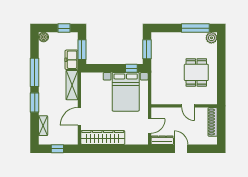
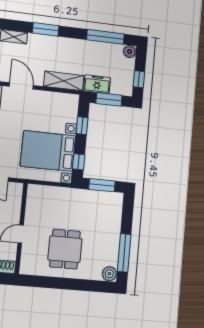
window: (104, 68) -> (82, 126), added
window: (35, 72) -> (105, 37), moved
dining table: (196, 72) -> (65, 249), turned 90

